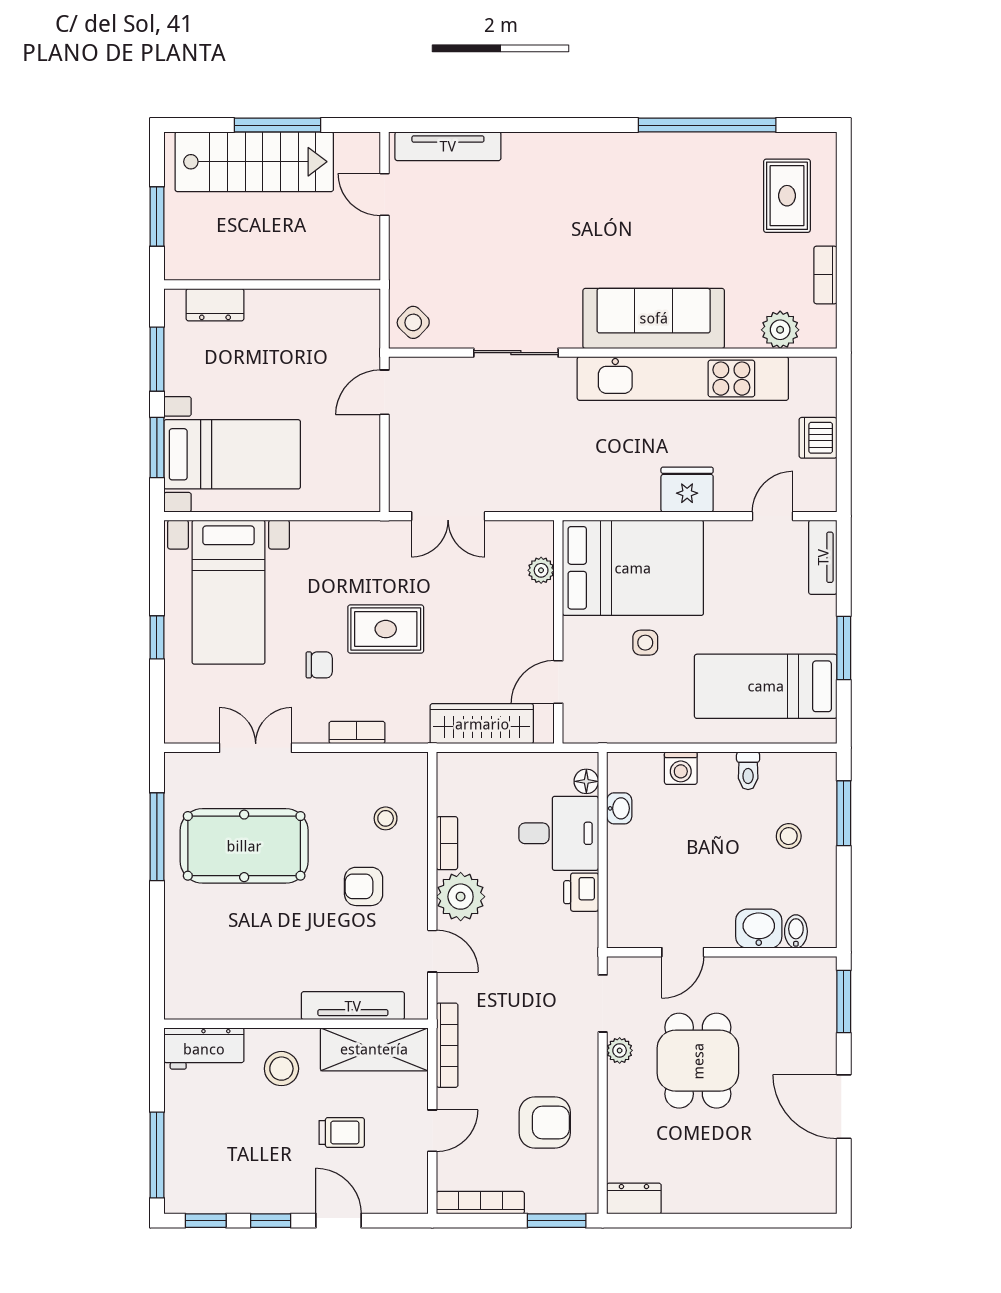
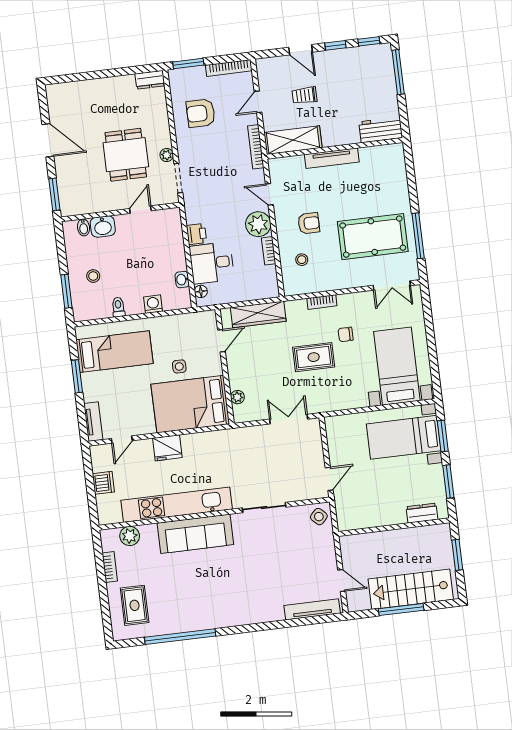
window: (157, 637) -> (431, 338), removed
double door: (256, 748) -> (392, 285), moved
tv unit: (353, 1006) -> (332, 158), moved
stool: (281, 1069) -> (340, 124), removed

